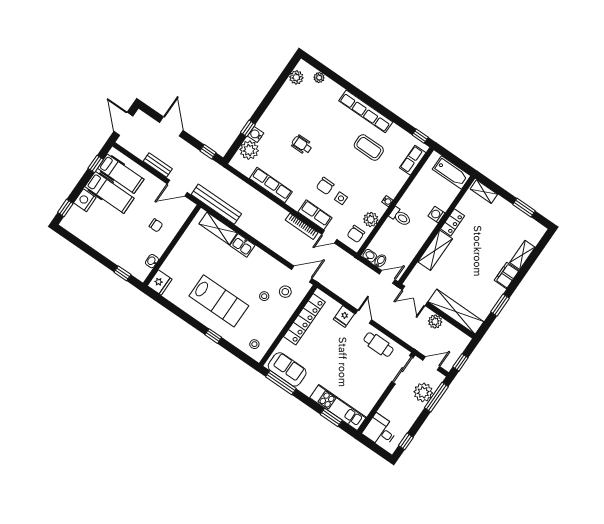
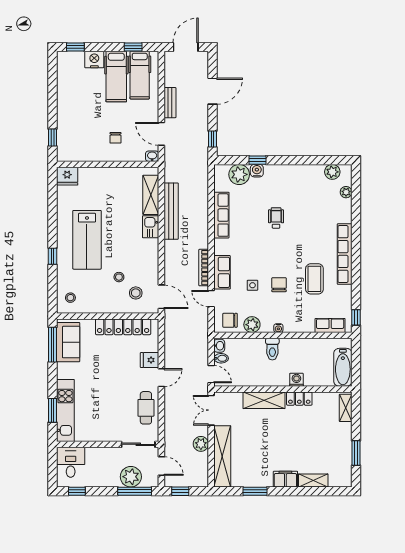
chair: (325, 186) -> (279, 285), moved, turned 90
bench: (216, 204) -> (171, 211), moved
washbasin: (152, 261) -> (152, 156), moved

